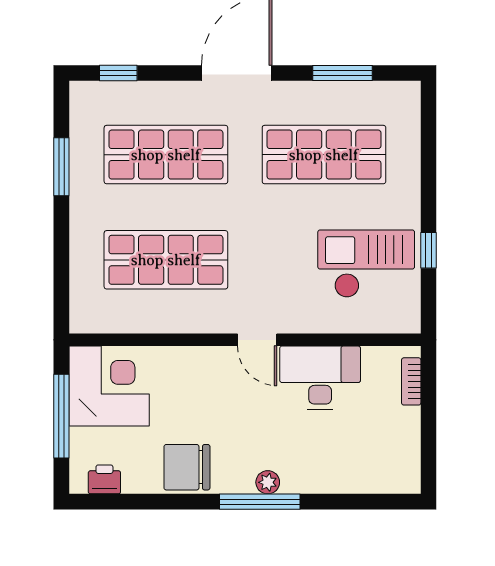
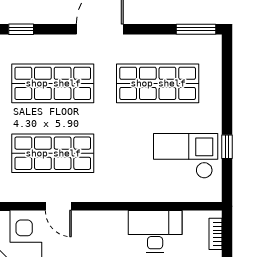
window: (342, 73) -> (196, 29), moved
door: (257, 340) -> (58, 206), moved

